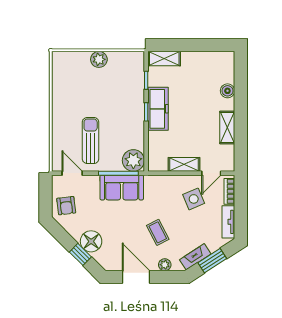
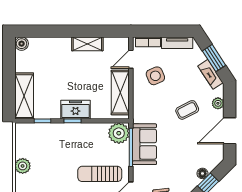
shelving: (164, 58) -> (24, 96), width x1.50, depth x1.33
boiler: (227, 91) -> (22, 44), moved
freezer: (158, 109) -> (76, 110), width x0.71
shelving: (184, 164) -> (120, 92), width x1.50, depth x1.33
door: (211, 173) -> (131, 59), swing flipped
floor lamp: (91, 241) -> (202, 173), width x0.53, depth x0.53

